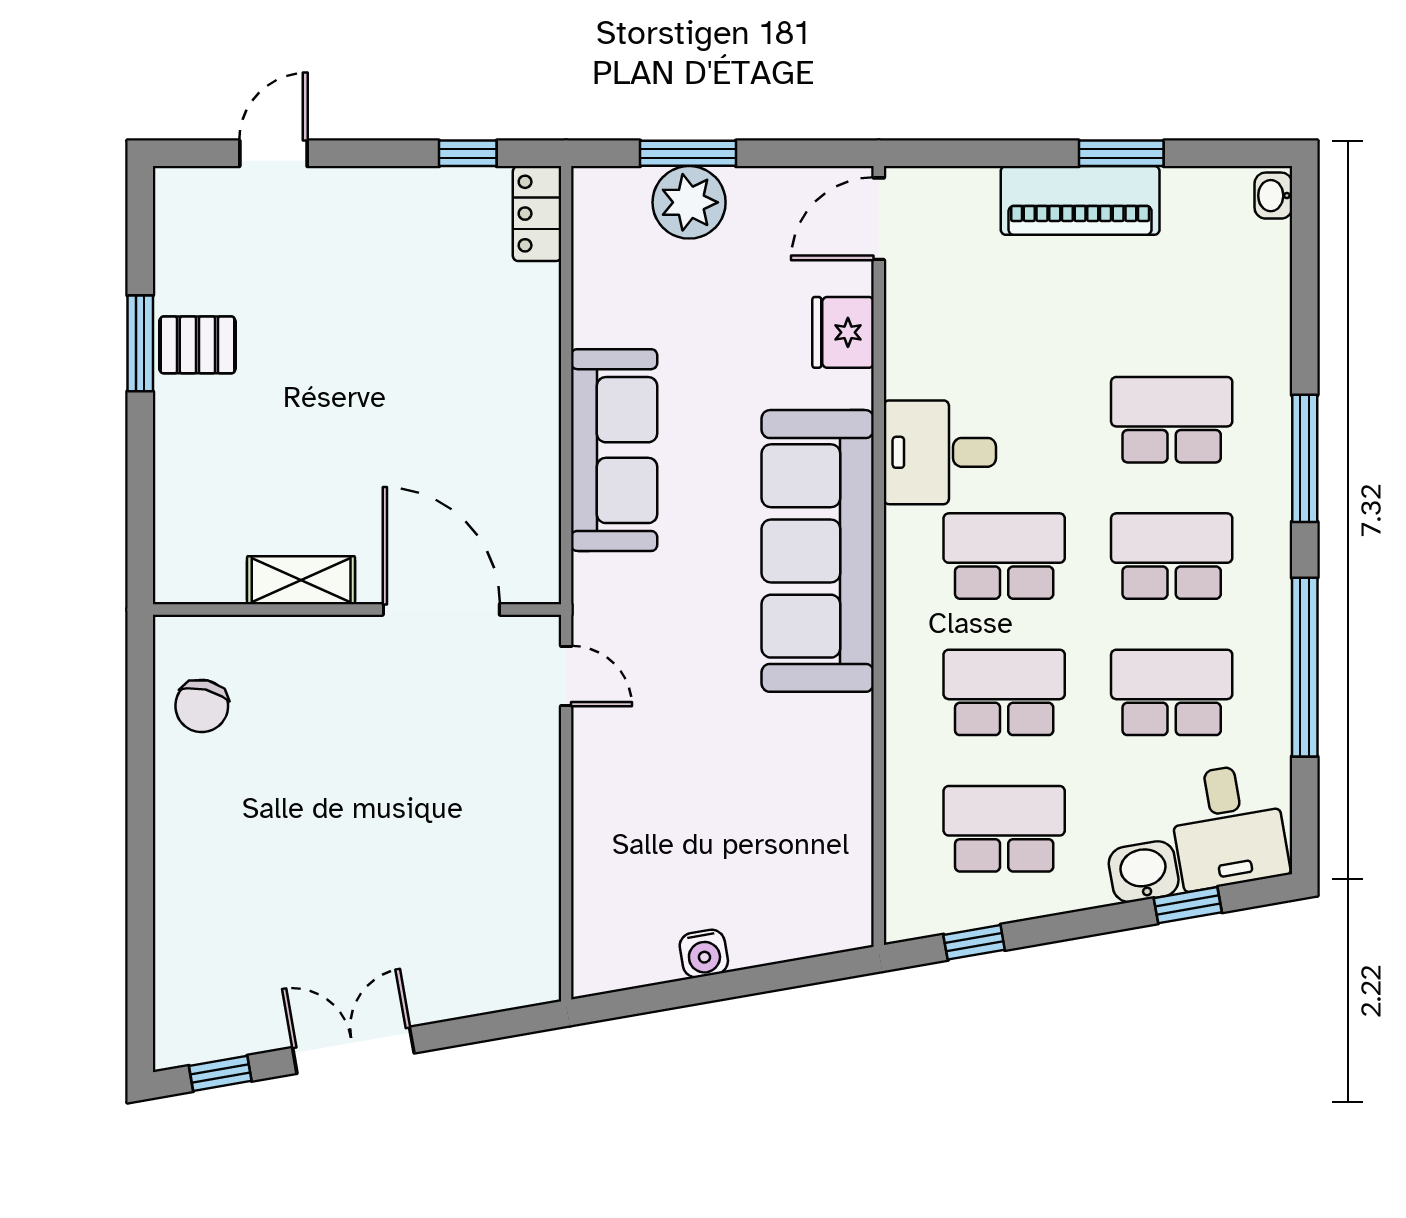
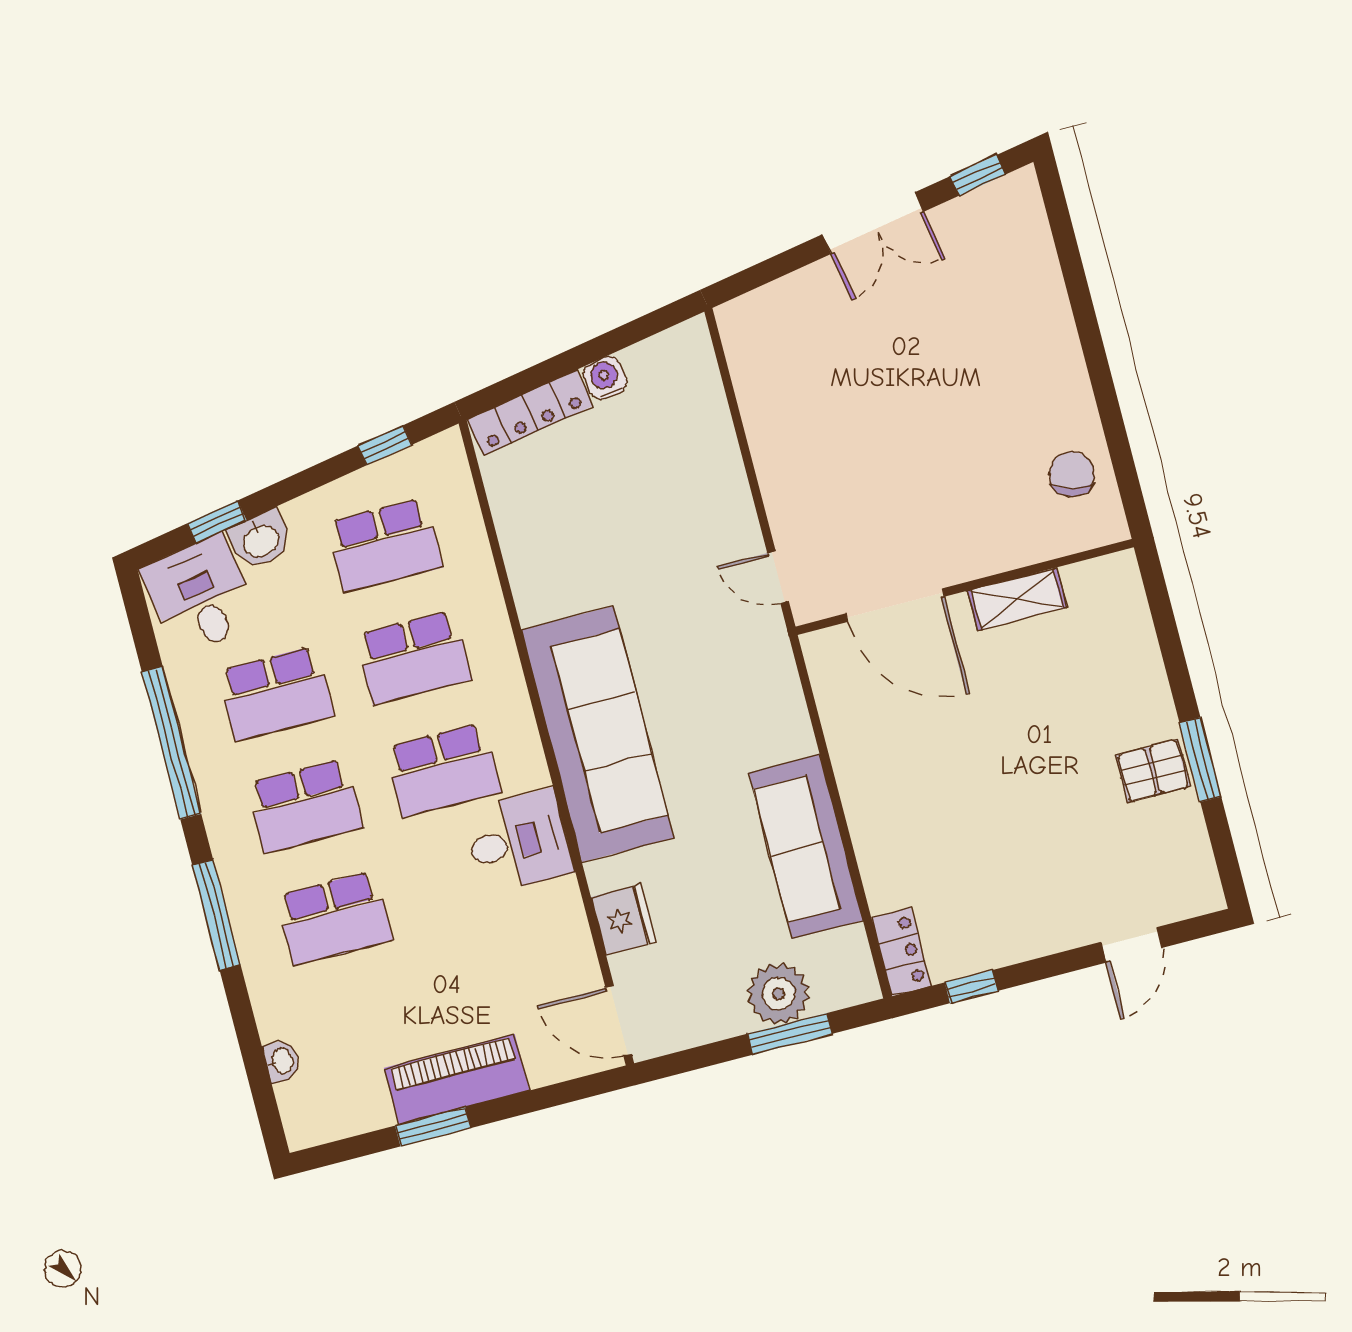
washbasin: (1273, 196) -> (282, 1061), moved
door: (879, 219) -> (619, 1021), swing flipped
sofa: (614, 450) -> (806, 847), moved
locker: (799, 936) -> (530, 413), added

